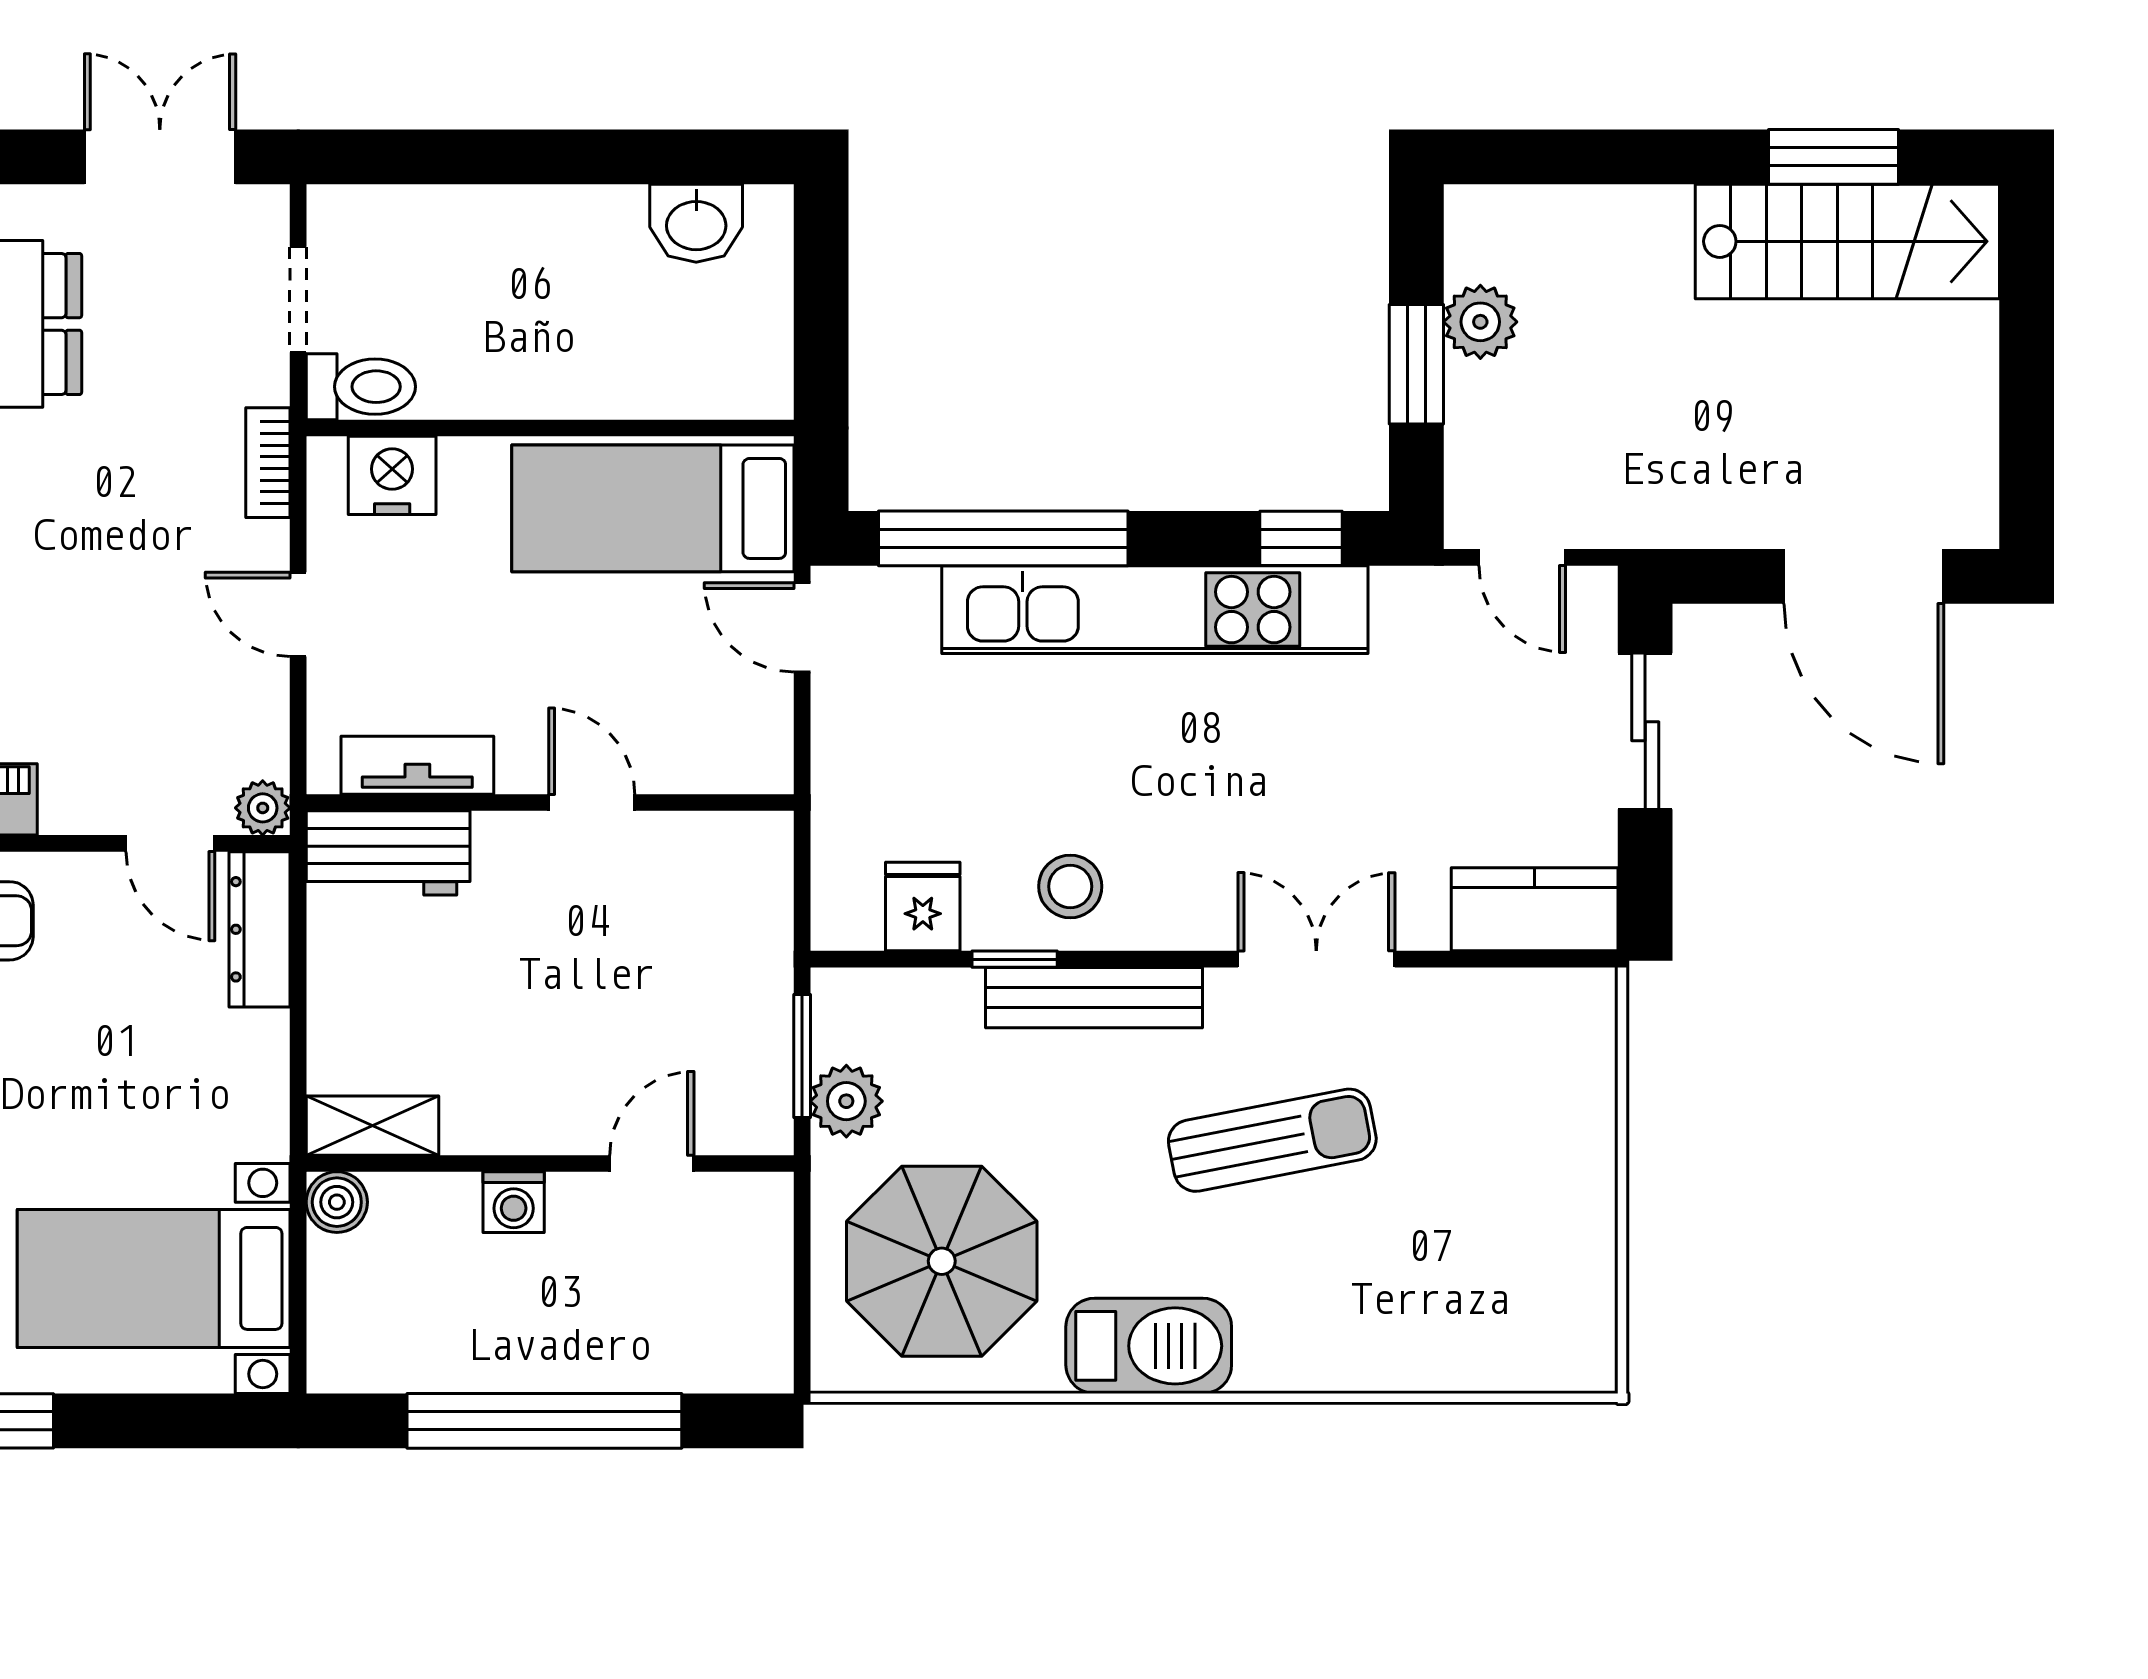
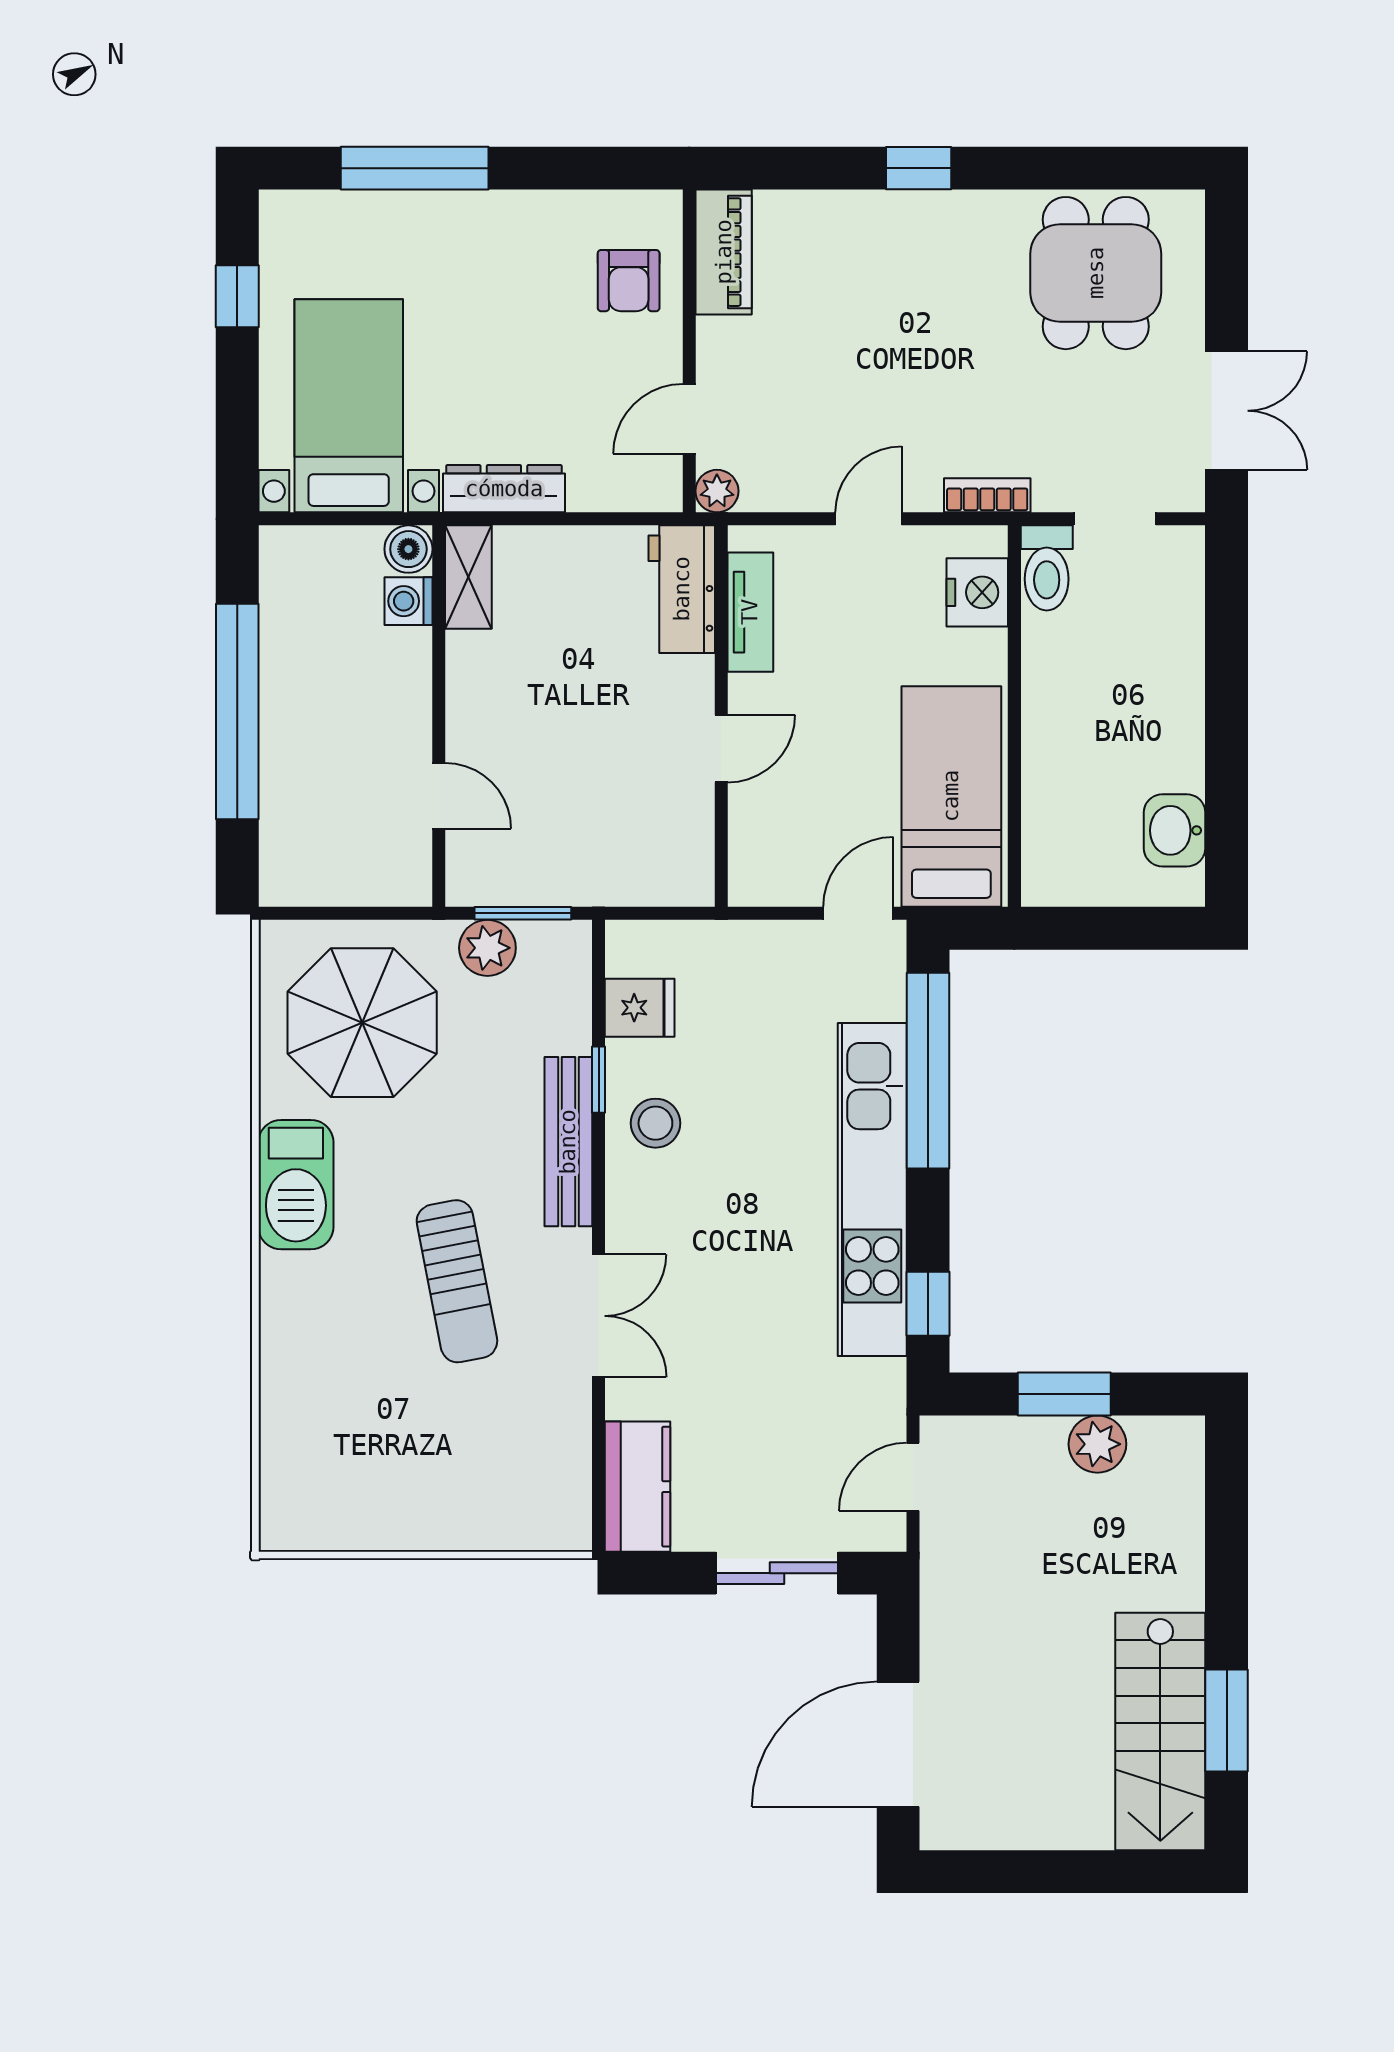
dresser: (260, 929) -> (504, 489), moved
washing machine: (514, 1202) -> (408, 601), moved

